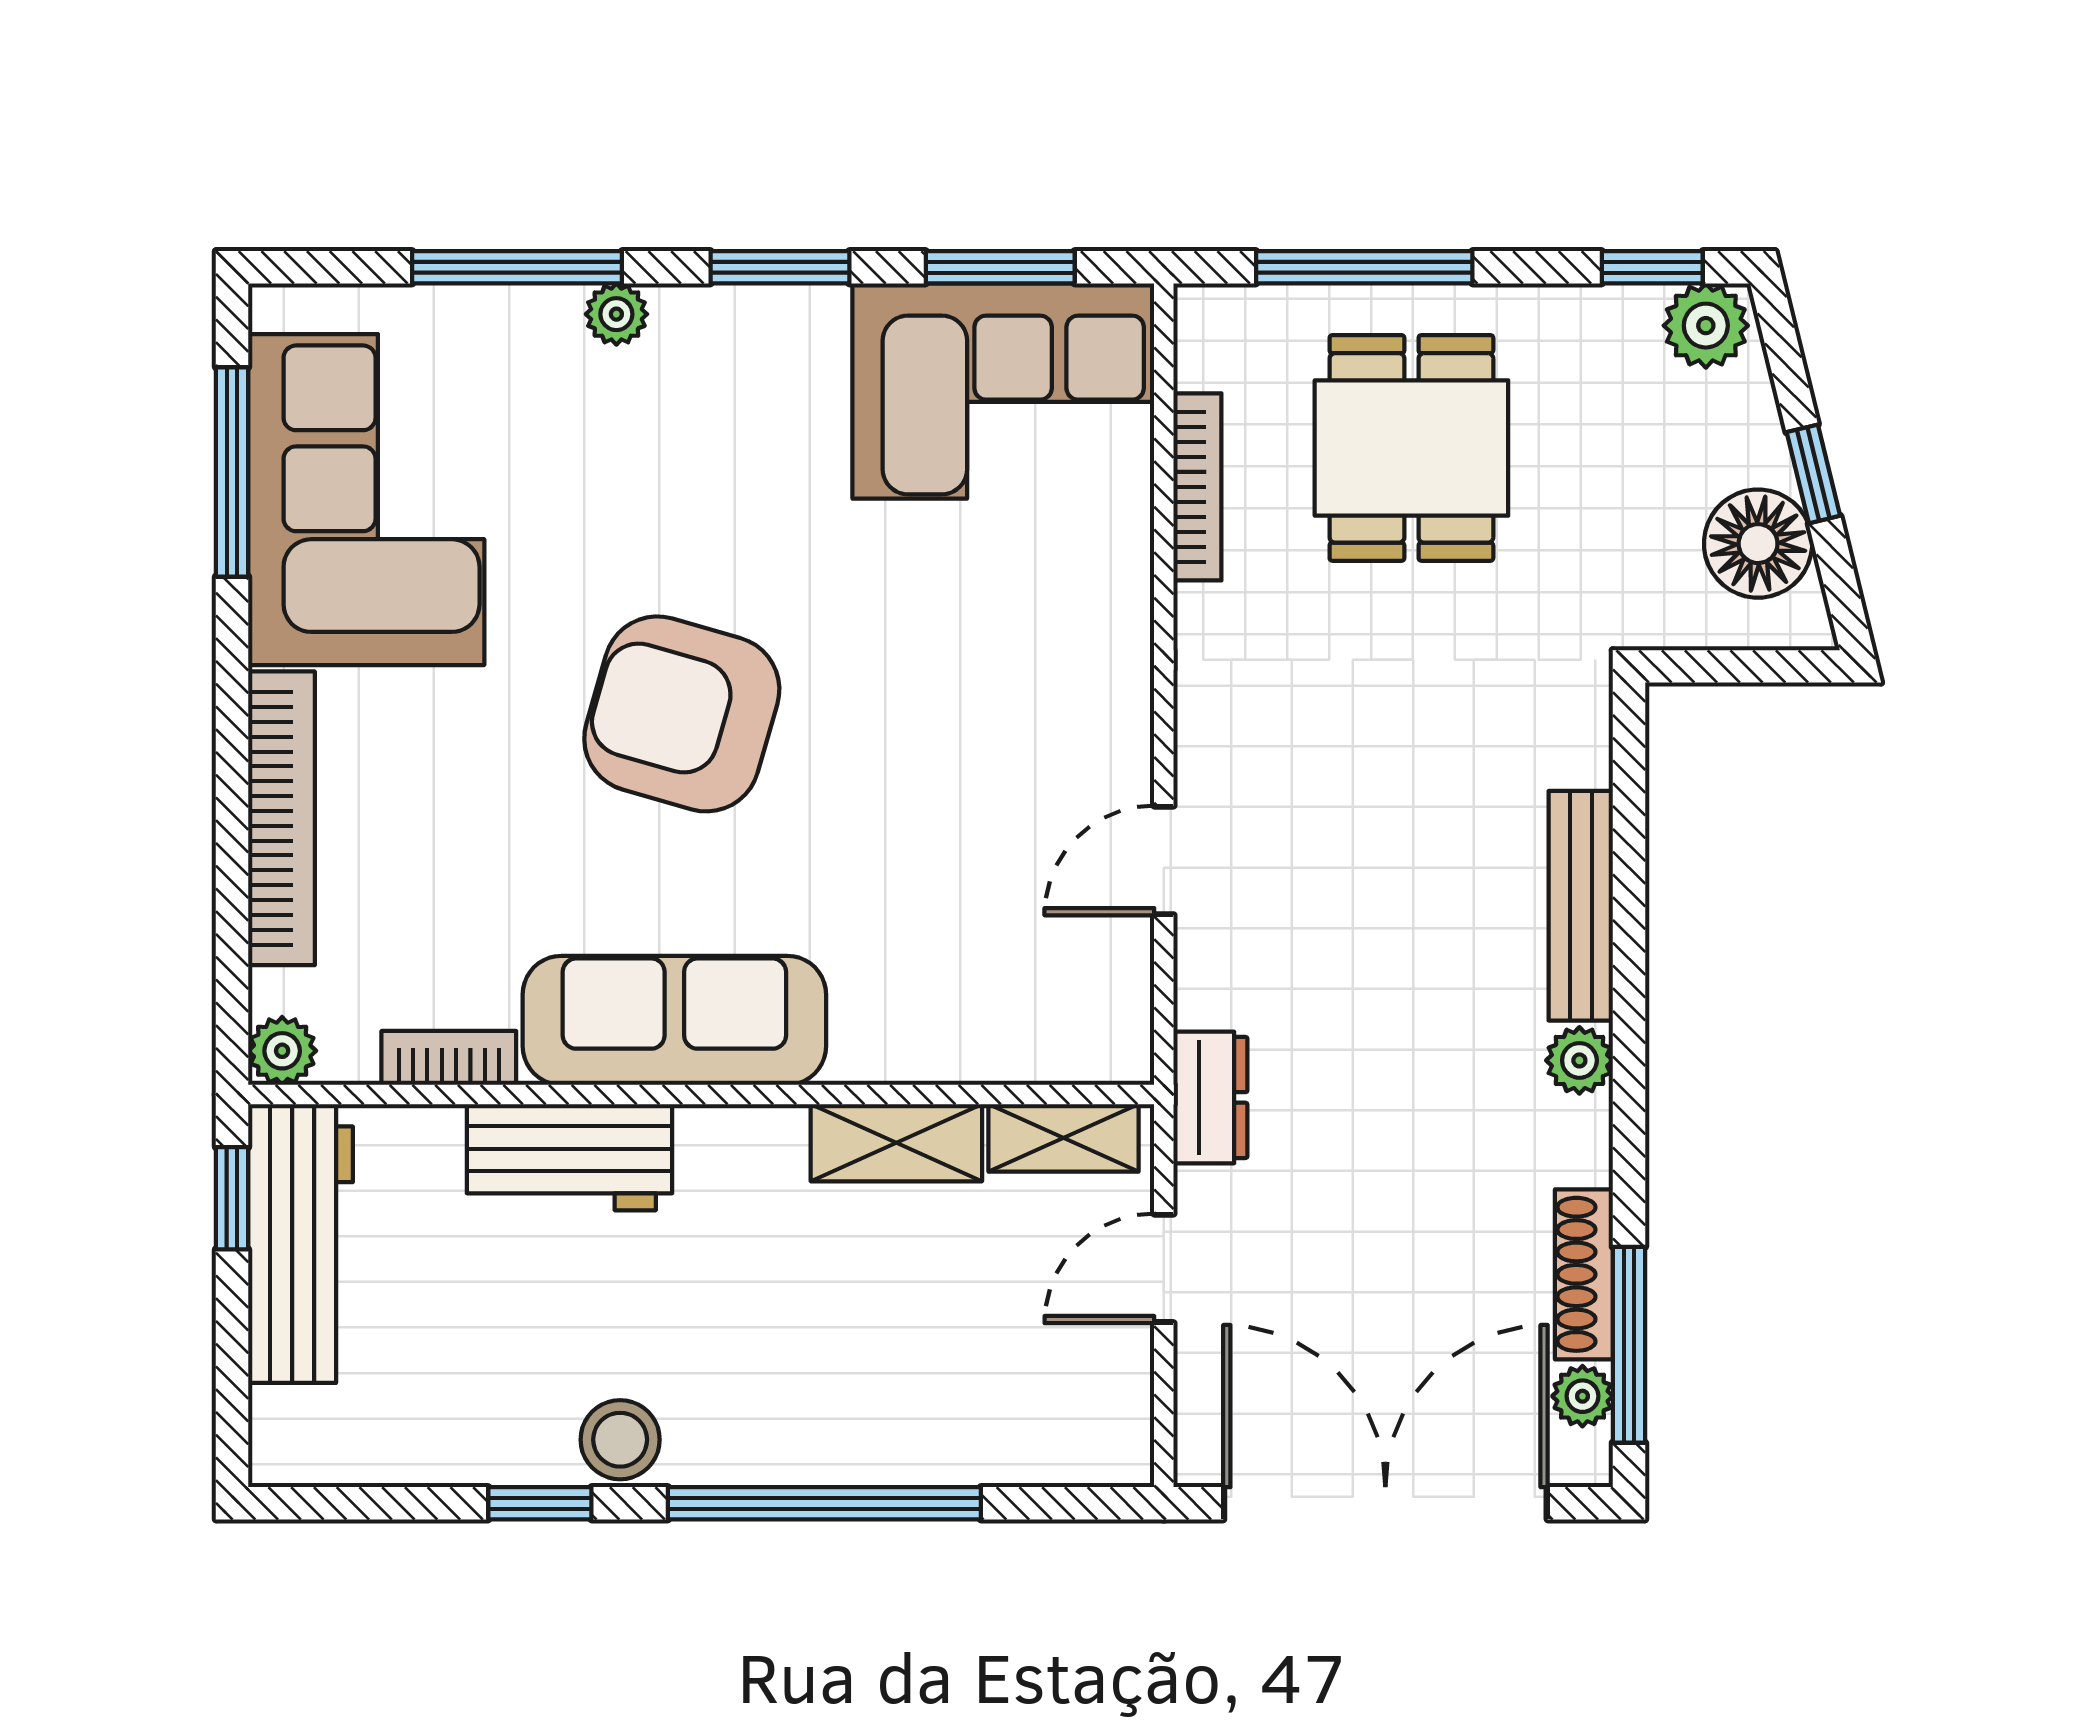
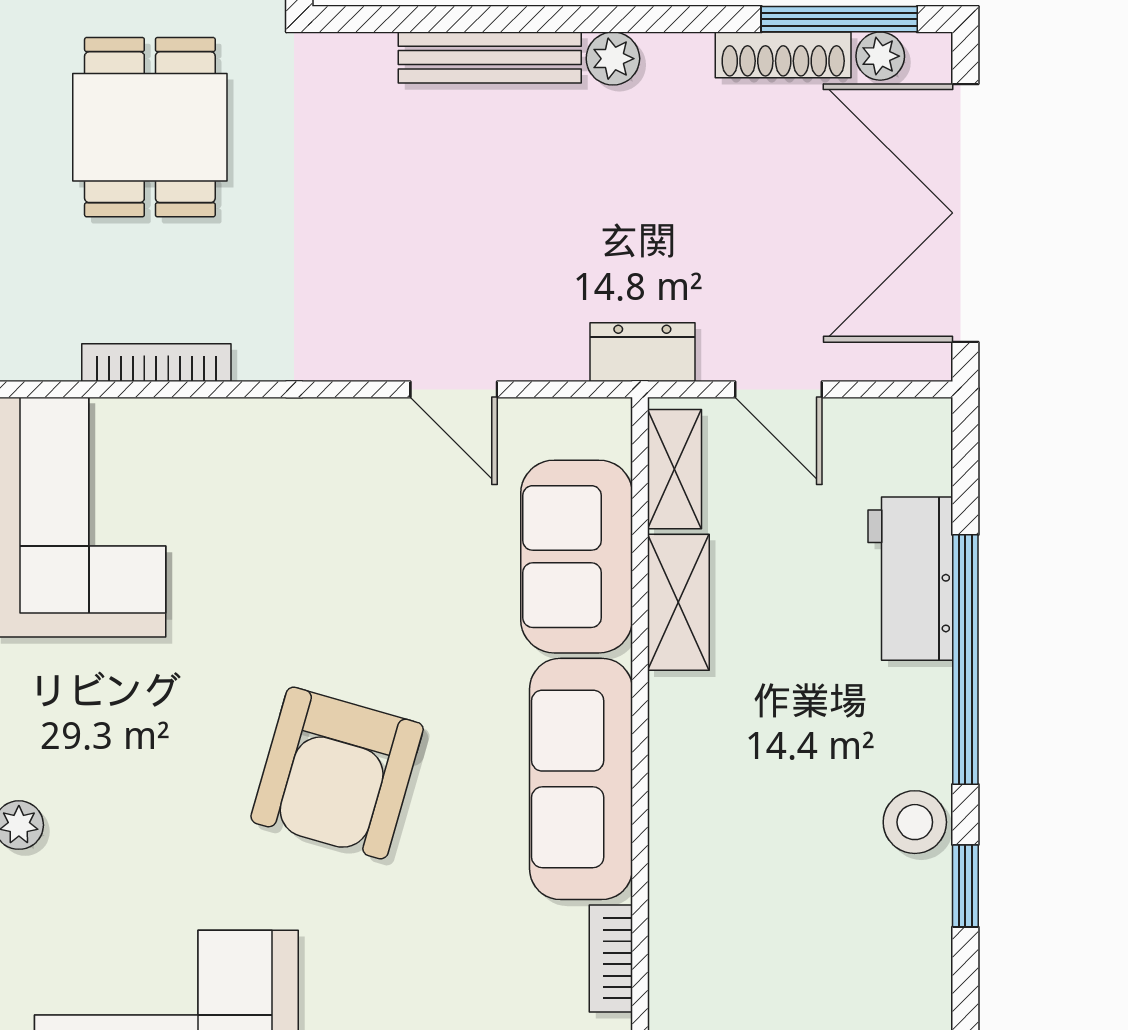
dining table: (1411, 448) -> (150, 127), moved, turned 90
sofa: (954, 1015) -> (577, 557), added
workbench: (570, 1157) -> (910, 579), moved, turned 180

